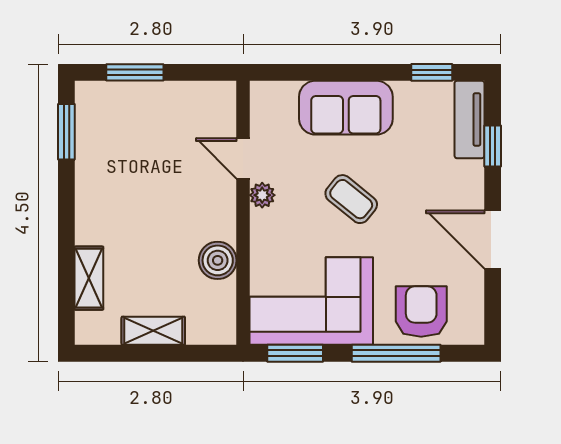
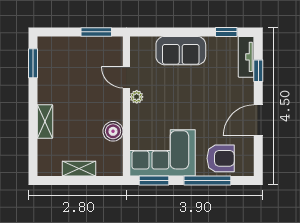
window: (135, 72) -> (96, 32), moved
coffee table: (351, 199) -> (184, 99), removed
door: (493, 240) -> (258, 120), hinge flipped
shelving: (89, 278) -> (45, 121), moved
armchair: (421, 312) -> (221, 158), turned 90

